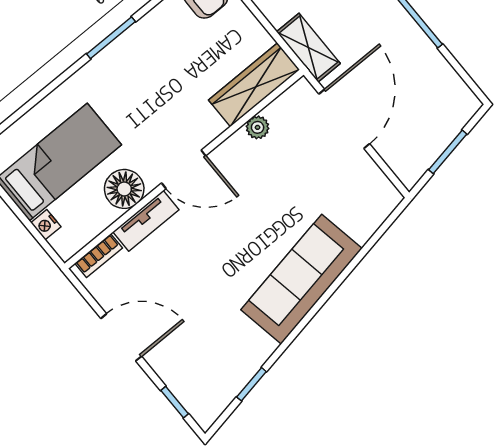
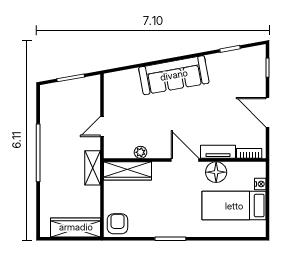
door: (344, 119) -> (102, 126), width x0.53

